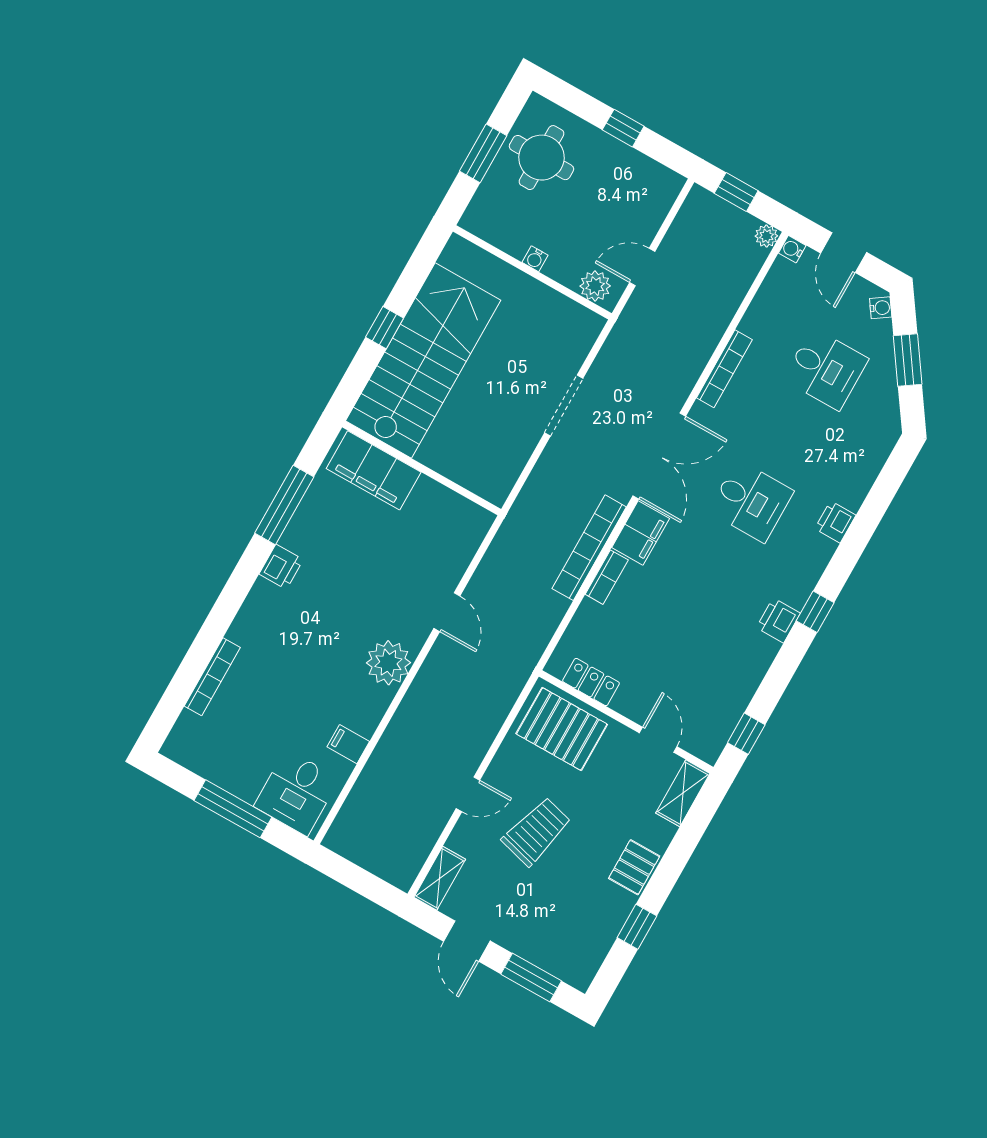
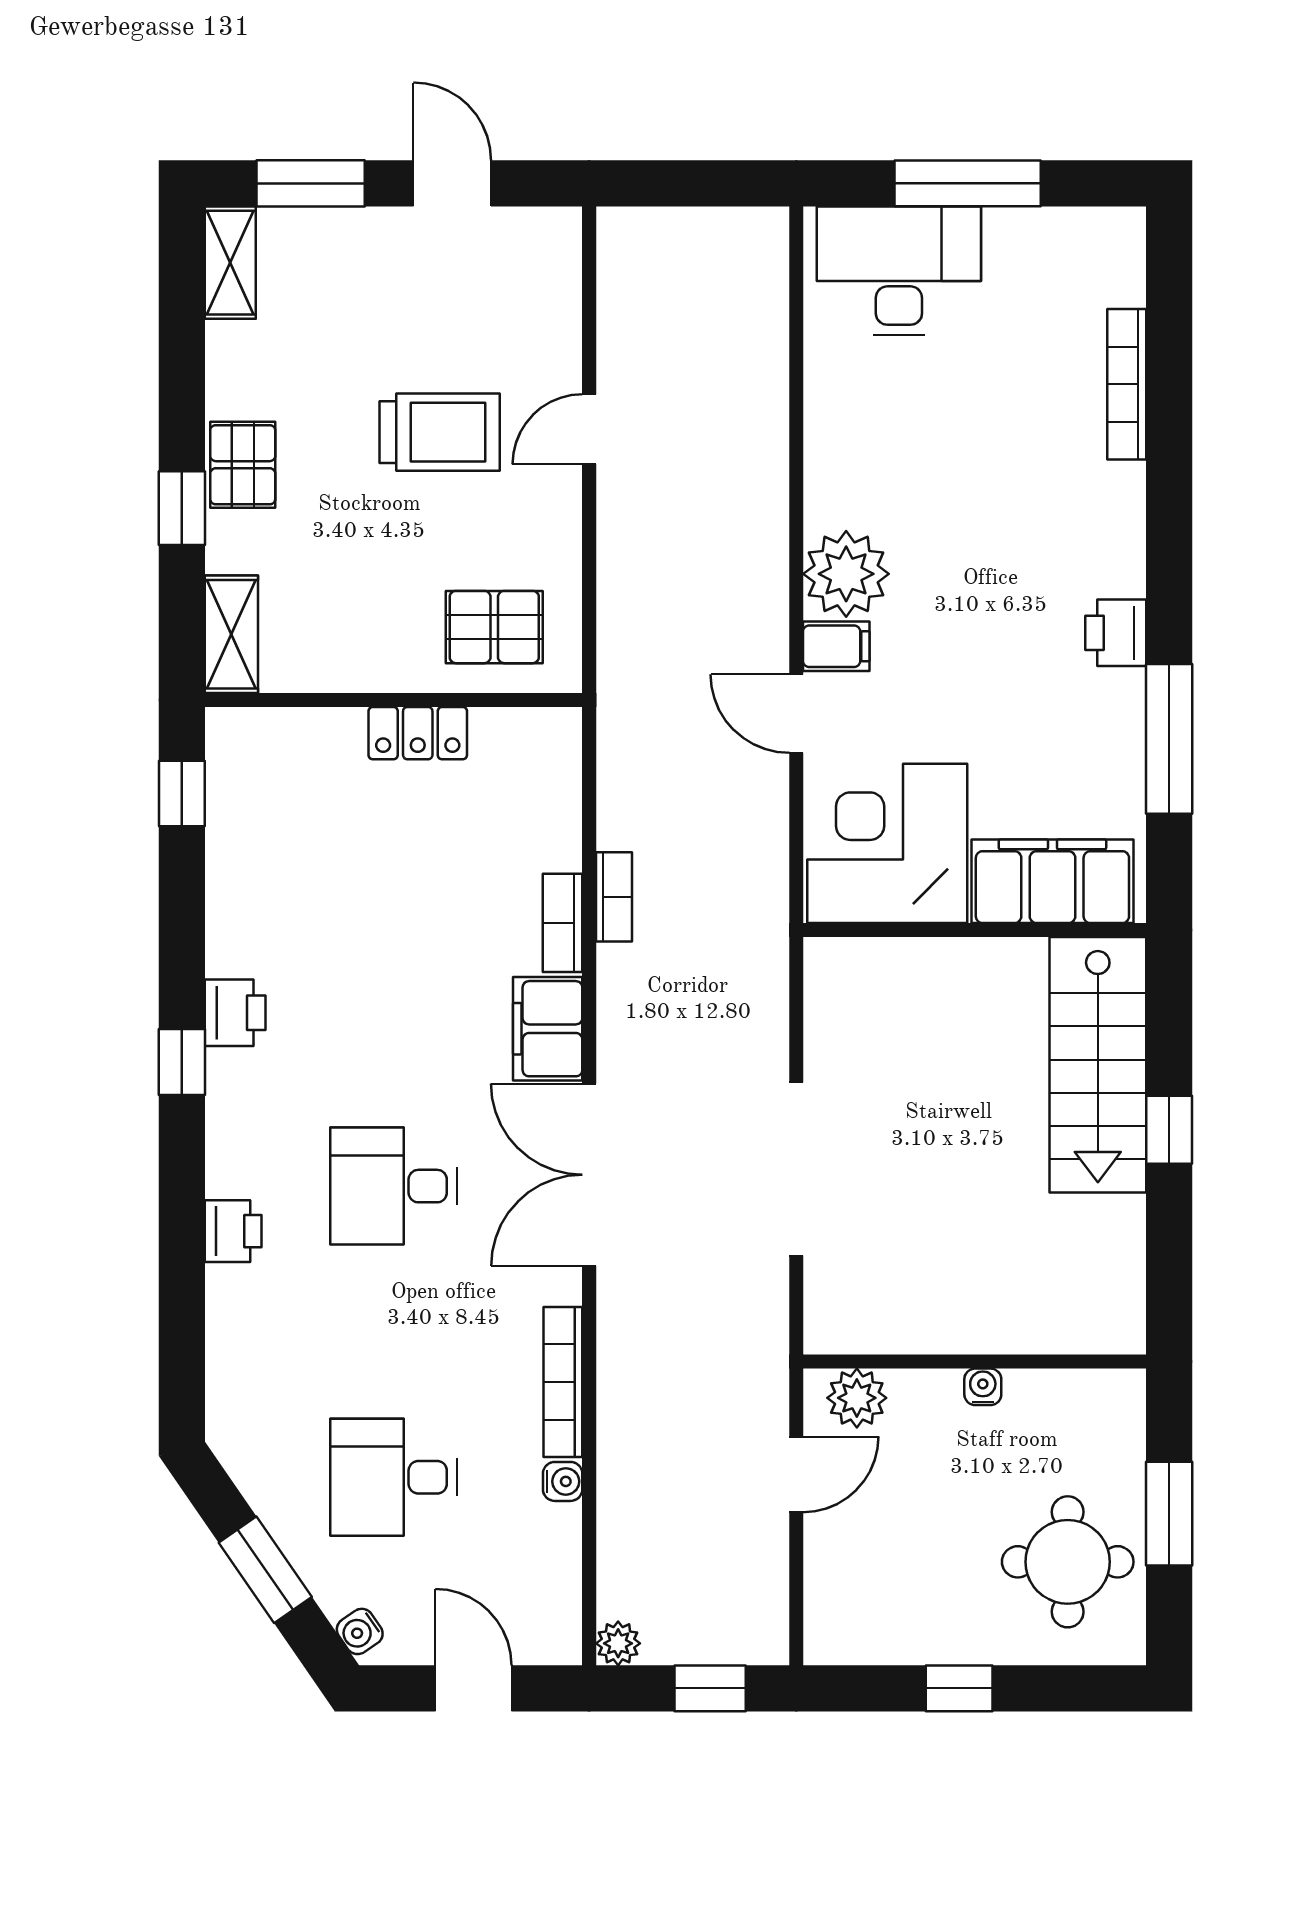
water cooler: (792, 249) -> (563, 1481), moved
stairs: (423, 361) -> (1098, 1065), width x0.73, depth x0.66
doorway: (564, 406) -> (796, 1169), width x1.36
corner desk: (439, 530) -> (887, 843), added
bookcase: (589, 548) -> (614, 897), width x0.43, depth x0.76
locker: (591, 682) -> (418, 733), moved
pallet: (562, 729) -> (494, 627), width x0.67, depth x0.71
door: (658, 740) -> (323, 700), removed
filing cabinet: (348, 744) -> (836, 646), moved
desk: (297, 792) -> (899, 271), width x1.37
trolley: (536, 831) -> (440, 432), turned -105
shelving: (440, 878) -> (230, 263), moved
window: (637, 927) -> (182, 508), moved

